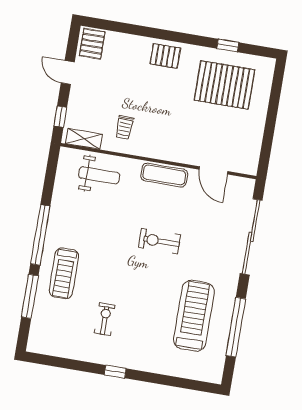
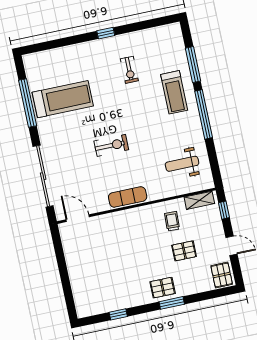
window: (162, 34) -> (172, 303), added
pallet: (224, 85) -> (184, 251), moved, width x0.49, depth x0.50
door: (214, 170) -> (78, 218), moved
weight bench: (99, 175) -> (182, 164), moved
treadmill: (64, 273) -> (174, 92), turned 180
treadmill: (194, 316) -> (63, 99), turned -90

